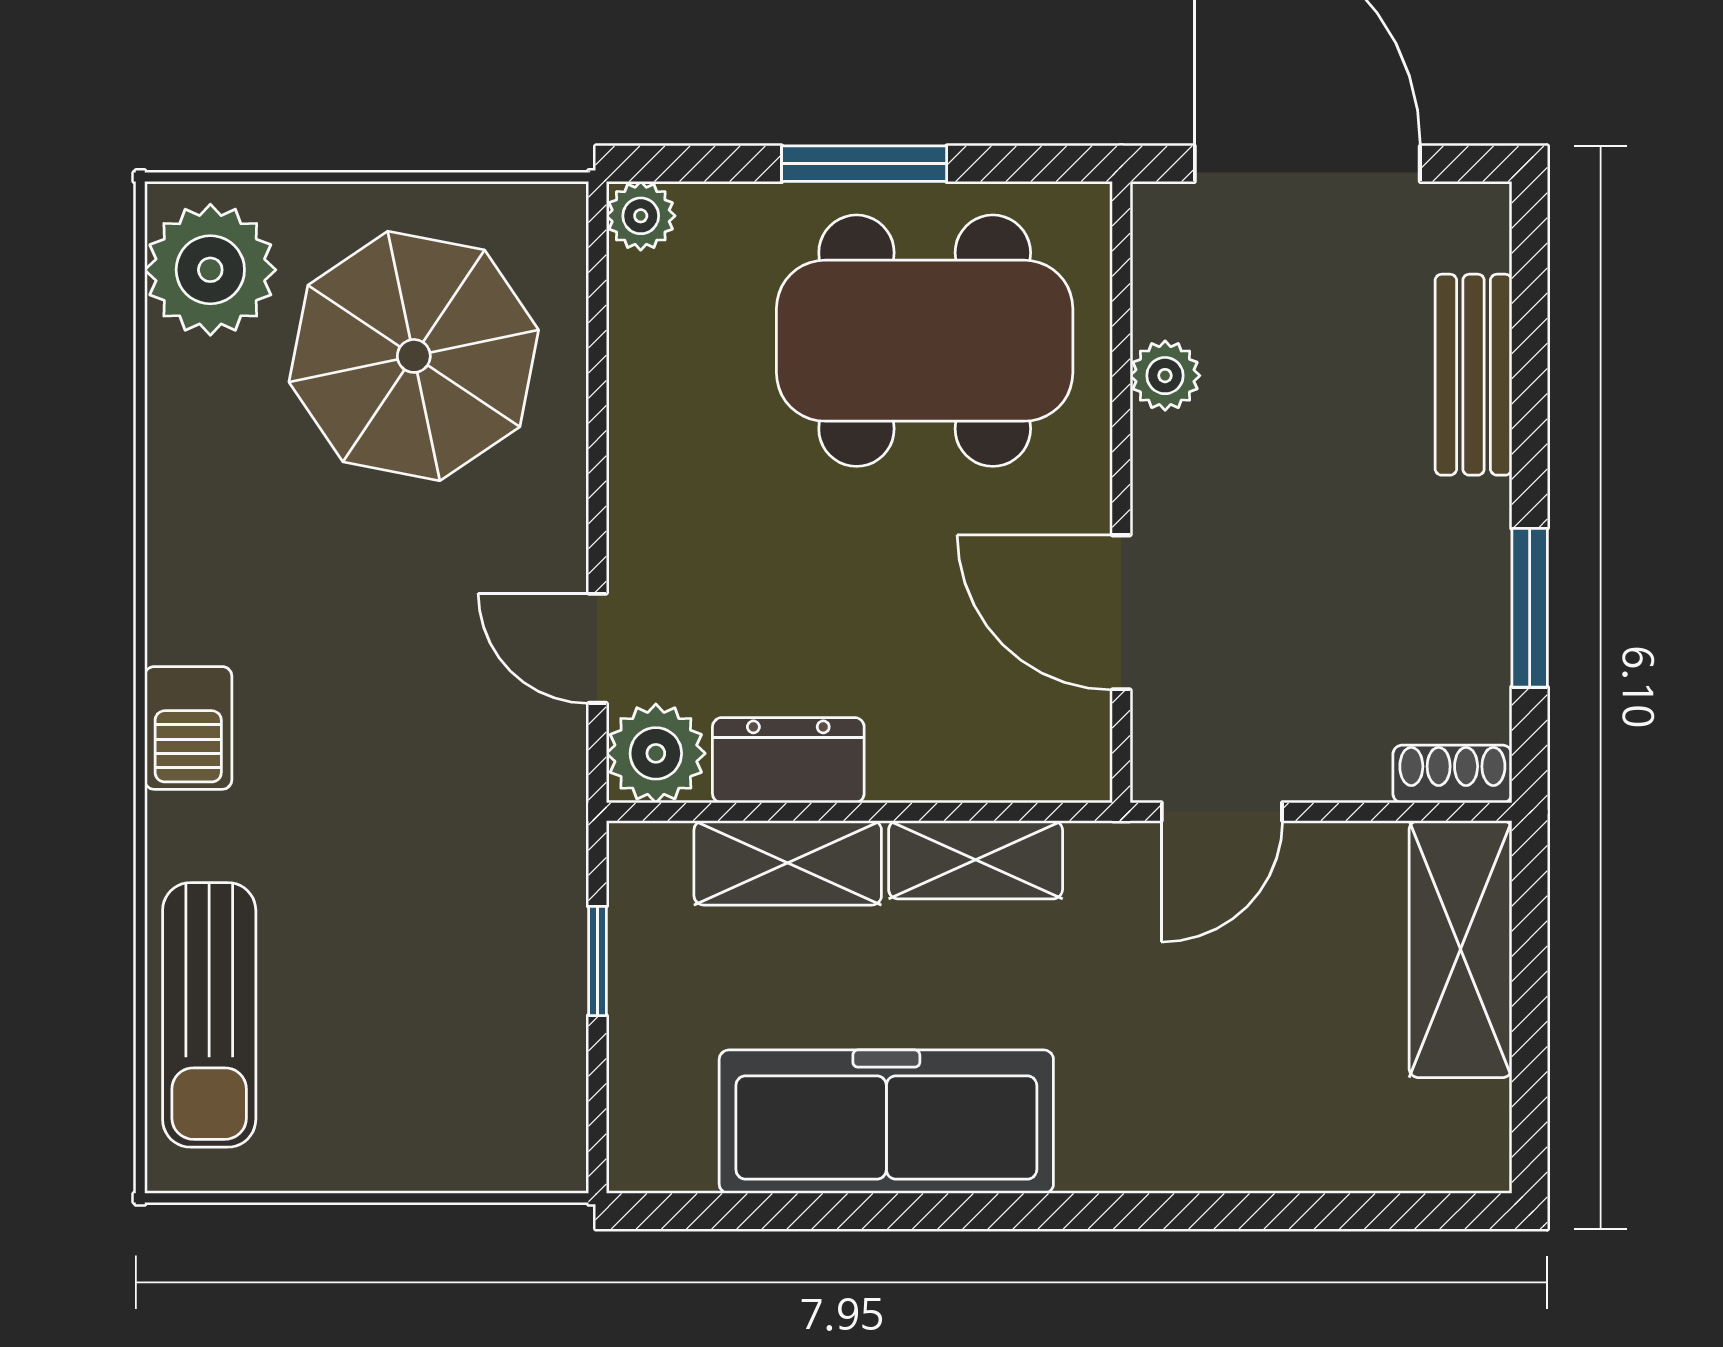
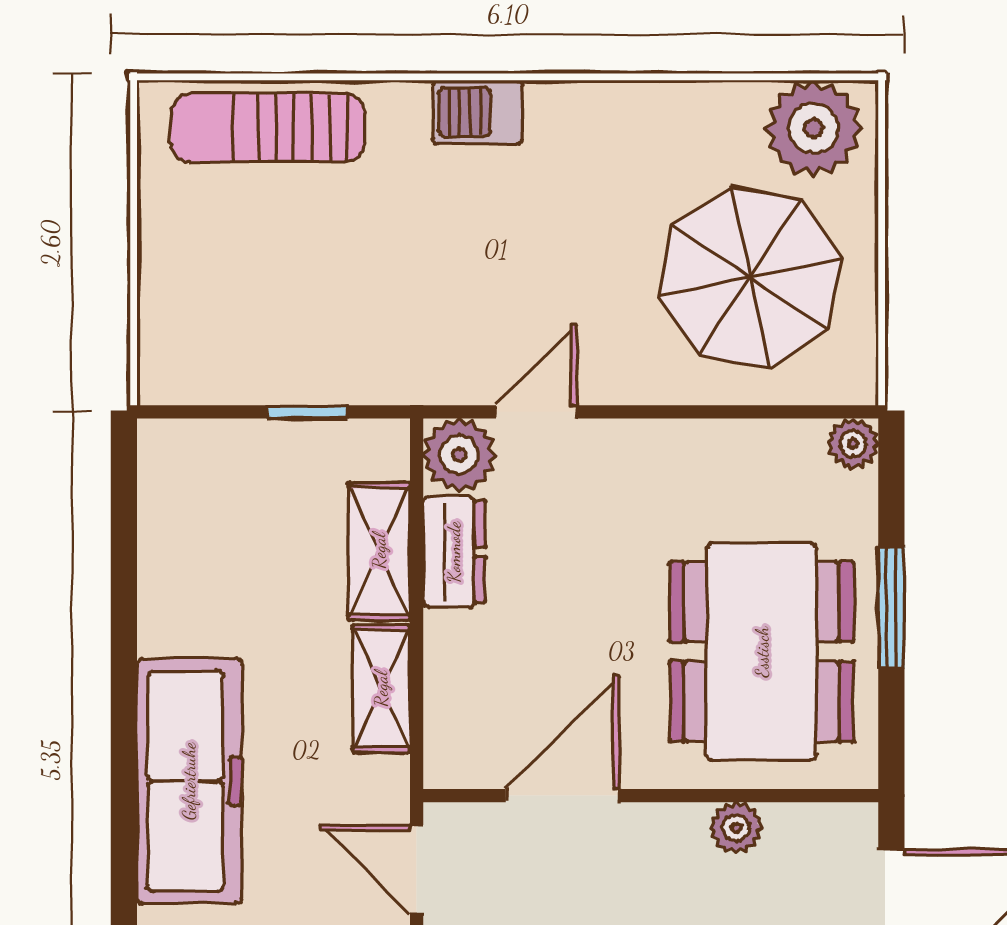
freezer: (886, 1122) -> (189, 781), moved

